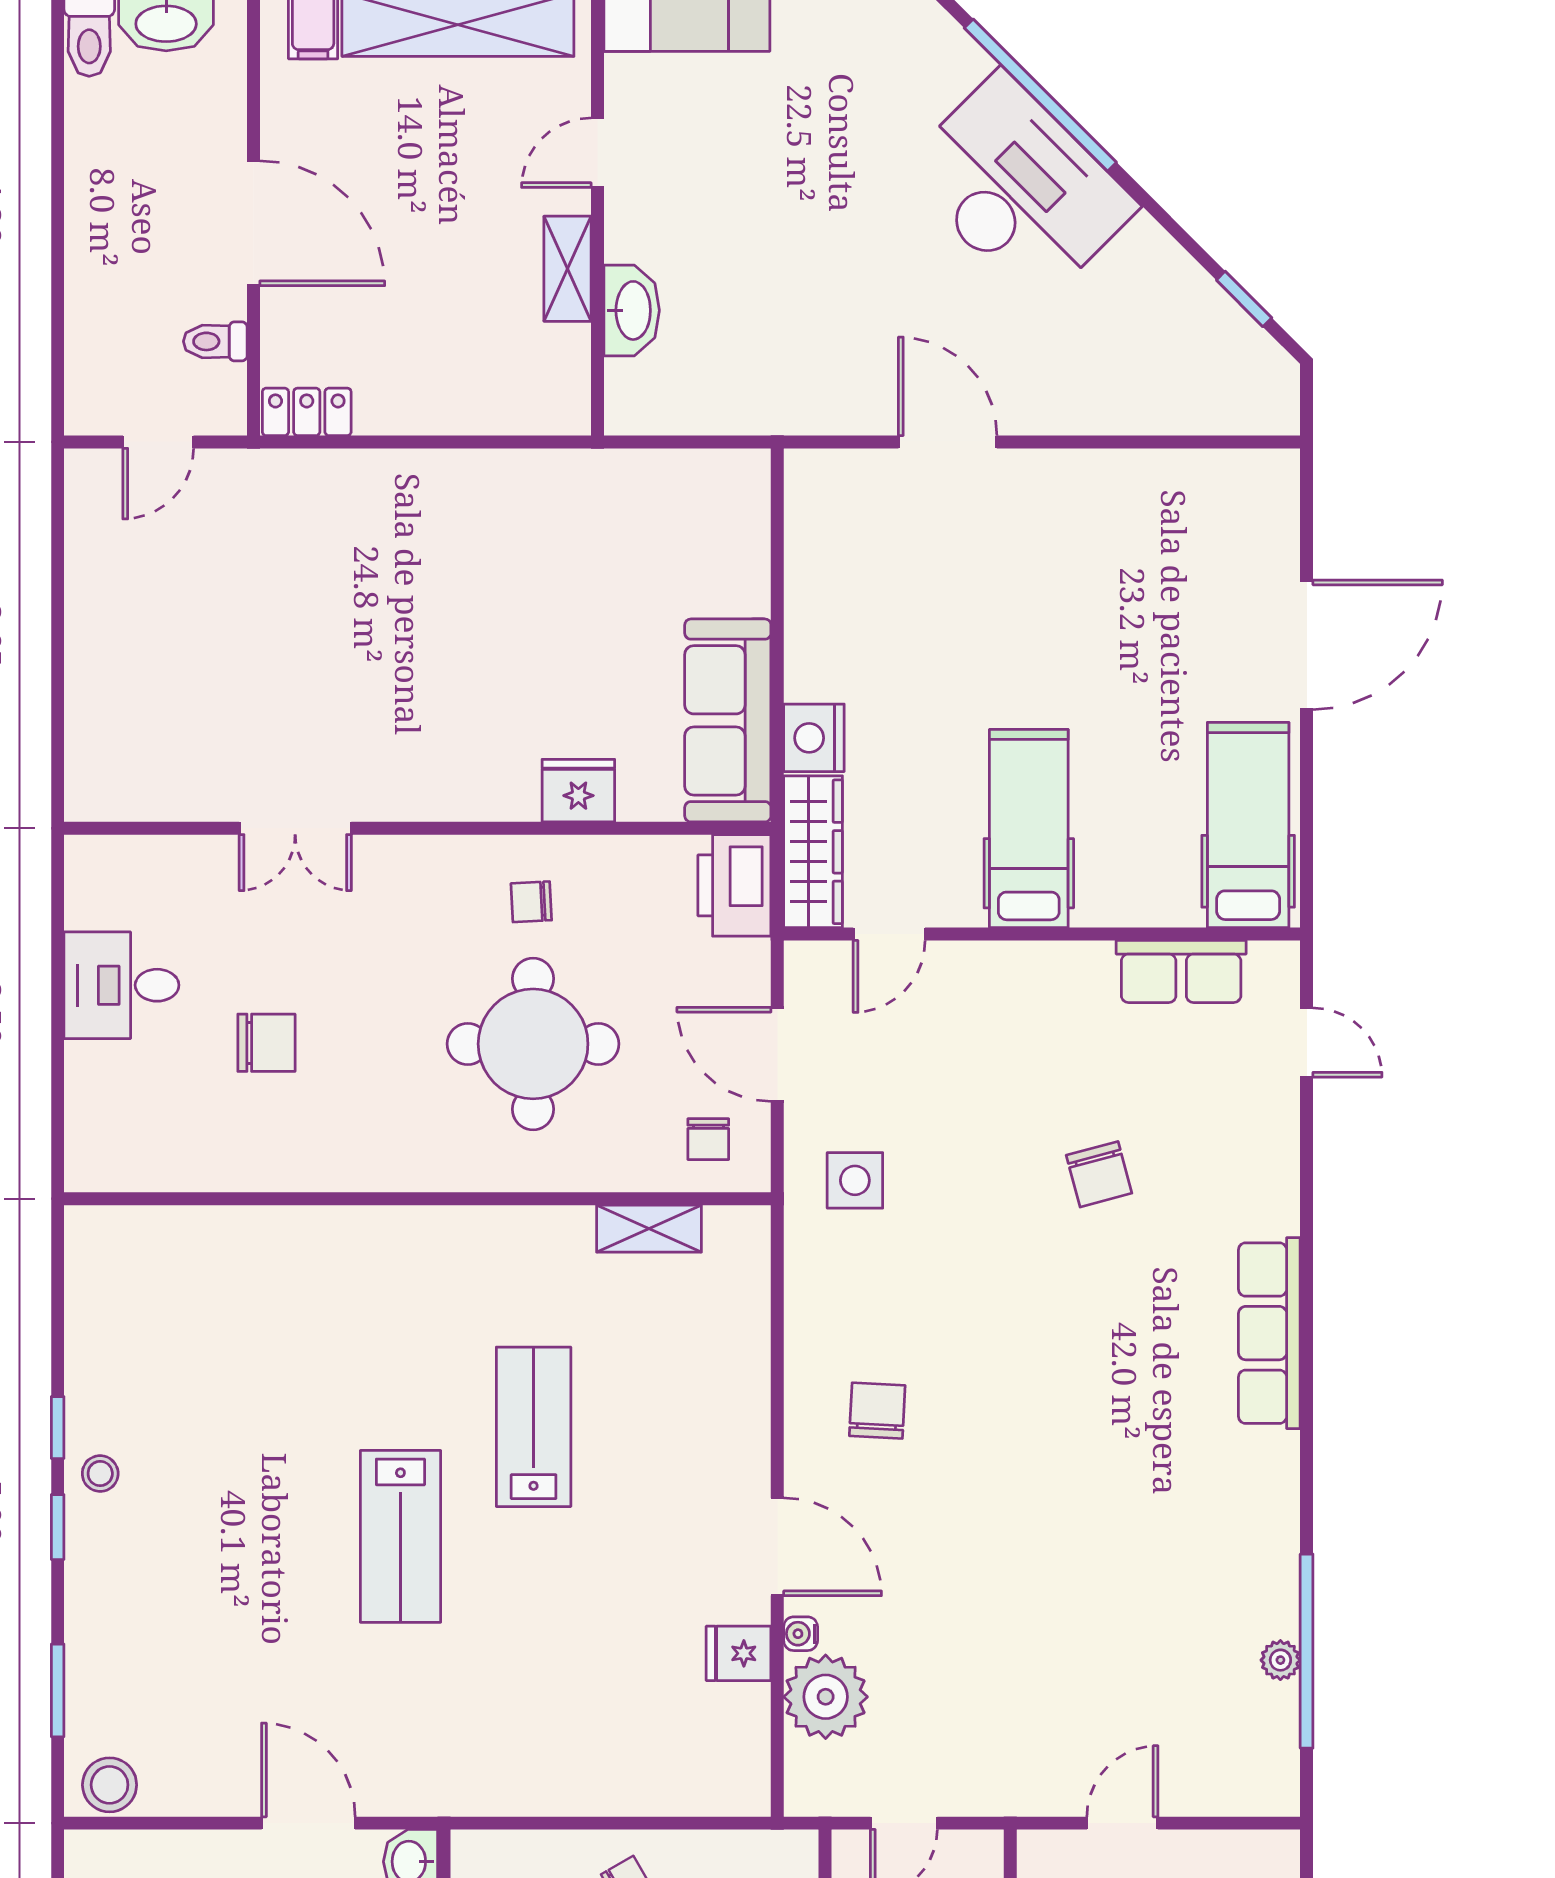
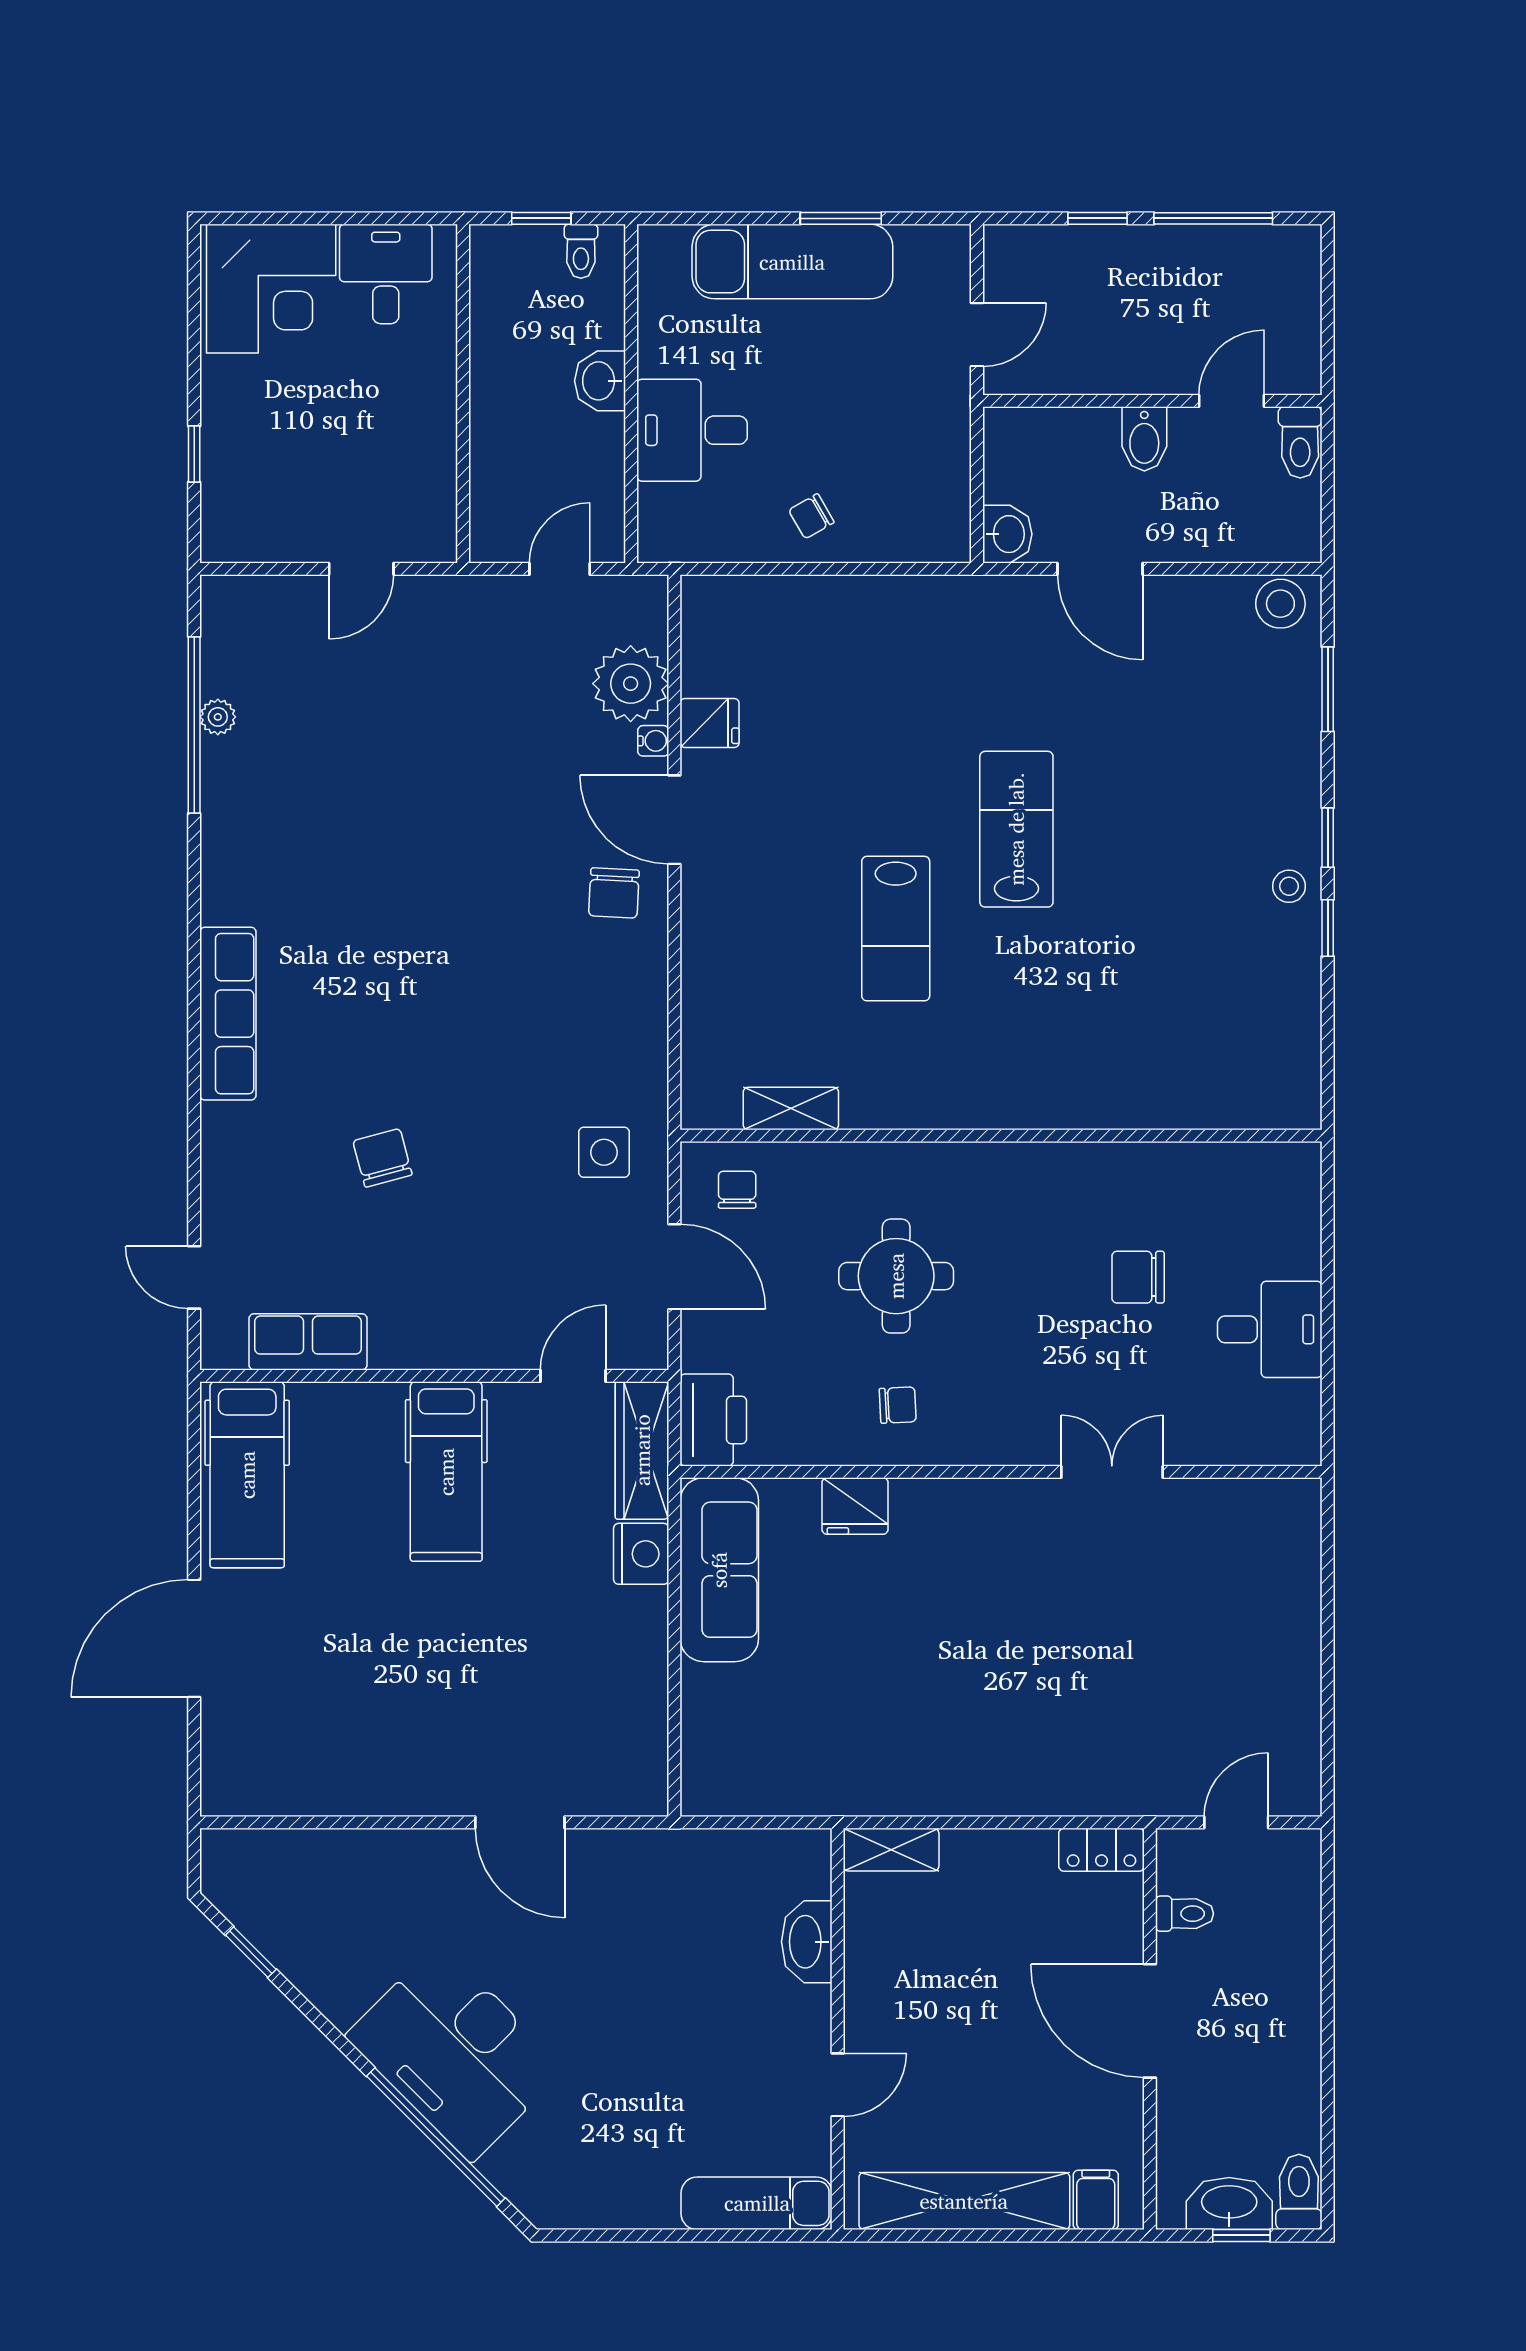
shelving: (567, 269) -> (891, 1850), moved, turned 90
round table: (533, 1044) -> (896, 1276), width x0.73, depth x0.73
chair: (877, 1411) -> (614, 893), moved

